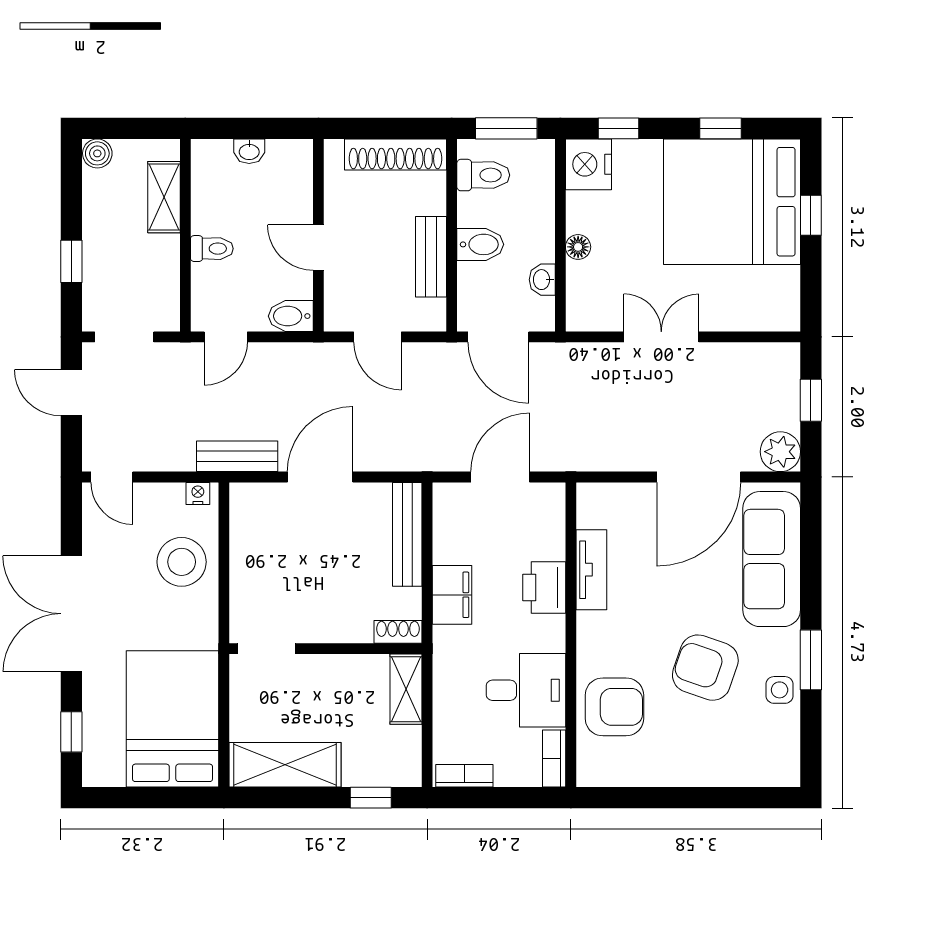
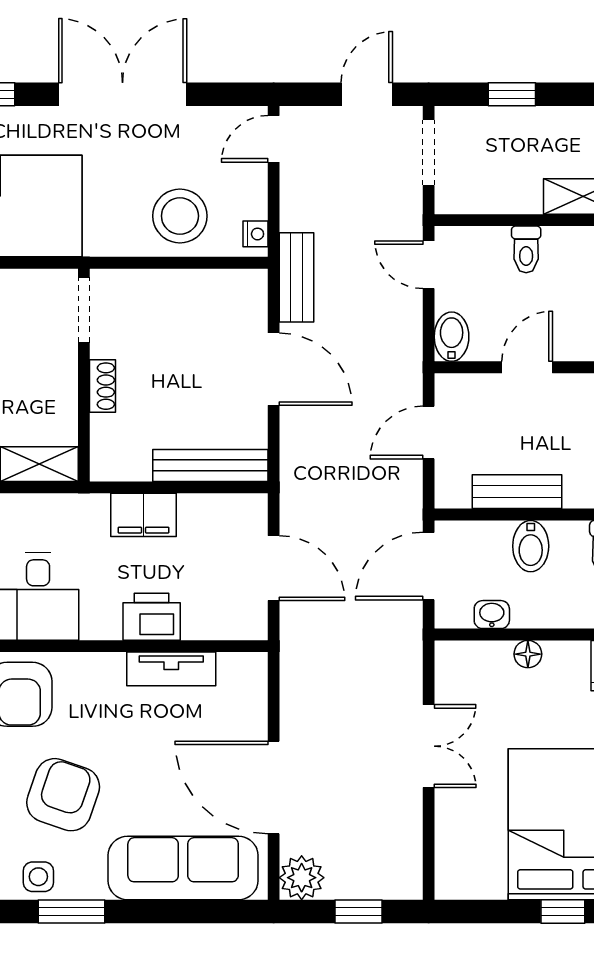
shoe rack: (398, 632) -> (103, 386), moved

